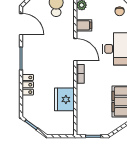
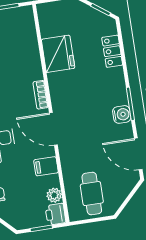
water cooler: (28, 52) -> (122, 114), added
locker: (28, 85) -> (112, 51), moved

